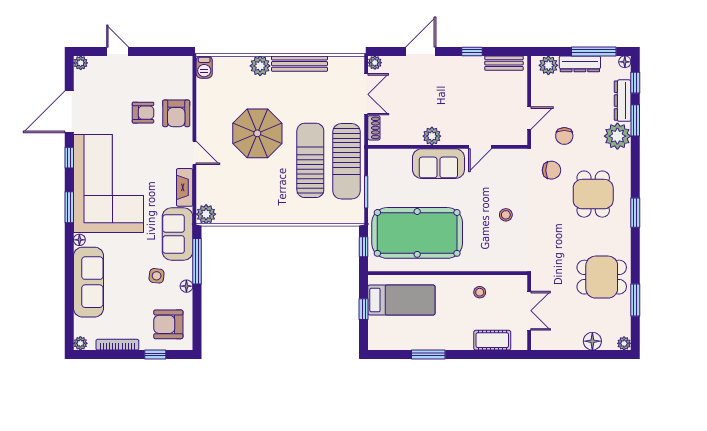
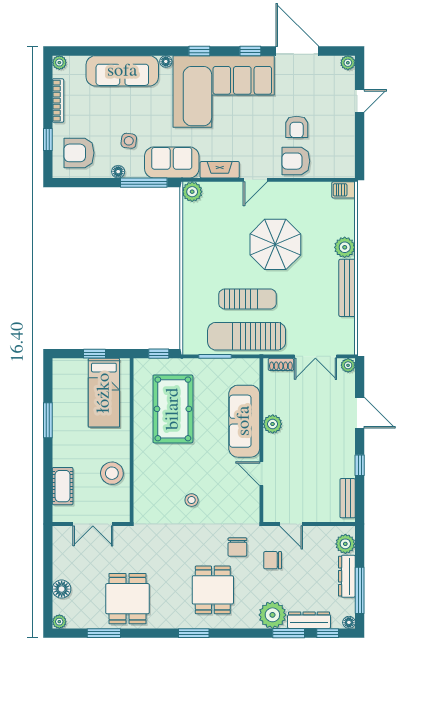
sun lounger: (310, 160) -> (247, 299), width x0.73, depth x0.75
sofa: (438, 164) -> (244, 421), width x1.36
dining table: (593, 194) -> (213, 590), turned 90
window: (69, 207) -> (199, 51), width x0.67
pool table: (417, 233) -> (173, 409), width x0.73, depth x0.76
stool: (480, 292) -> (112, 473), width x1.89, depth x1.89
armchair: (168, 324) -> (79, 153), turned -90

